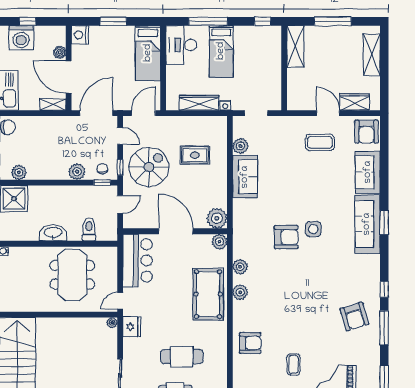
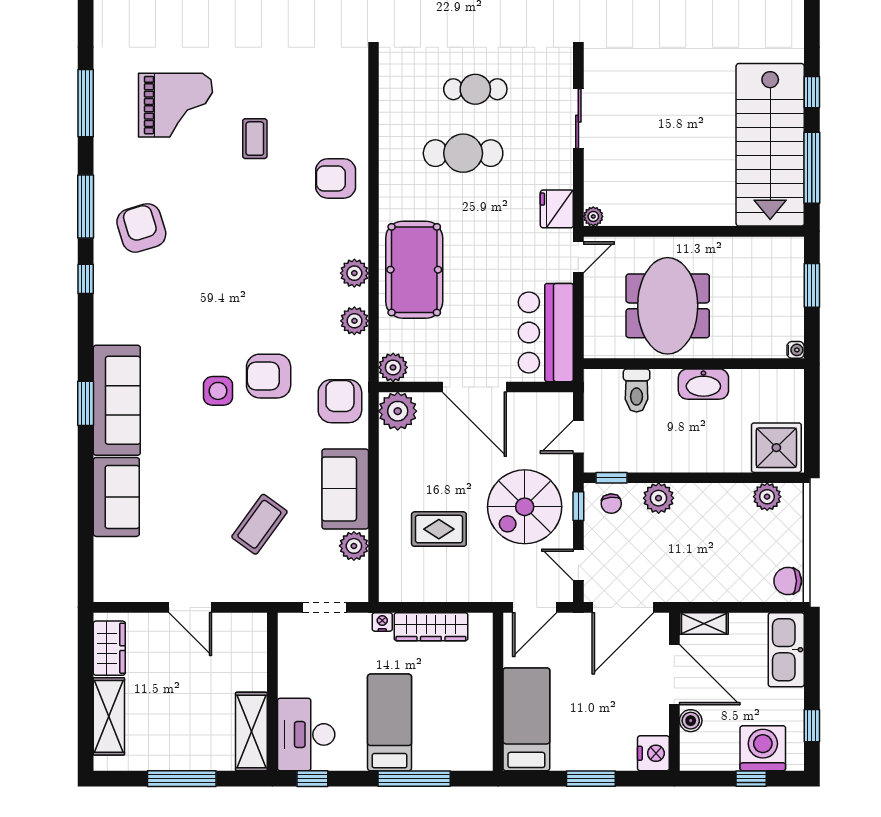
desk: (181, 45) -> (306, 734), moved, turned 180
wardrobe: (354, 102) -> (109, 648), moved, turned -90
armchair: (366, 132) -> (340, 401), moved
coffee table: (320, 142) -> (259, 524), moved, turned -54

